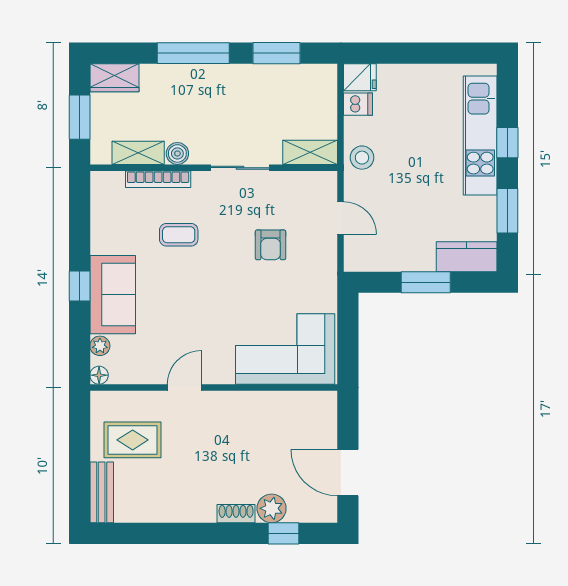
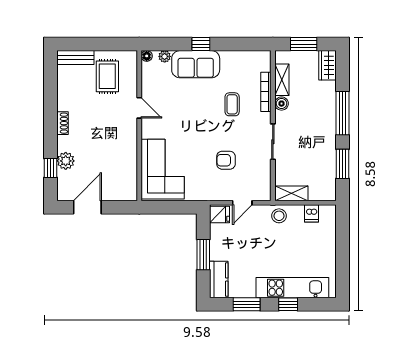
fridge: (360, 77) -> (219, 215), moved, turned -90
shelving: (310, 152) -> (291, 193), moved, turned 90
shoe rack: (236, 514) -> (62, 123), moved

